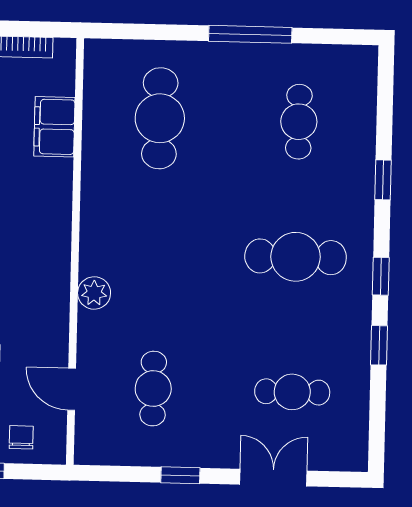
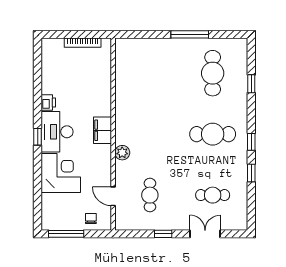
cafe table: (160, 118) -> (150, 73), removed
cafe table: (299, 122) -> (213, 73), width x1.37, depth x1.35
filing cabinet: (54, 127) -> (102, 130), moved
window: (383, 180) -> (251, 84), moved

